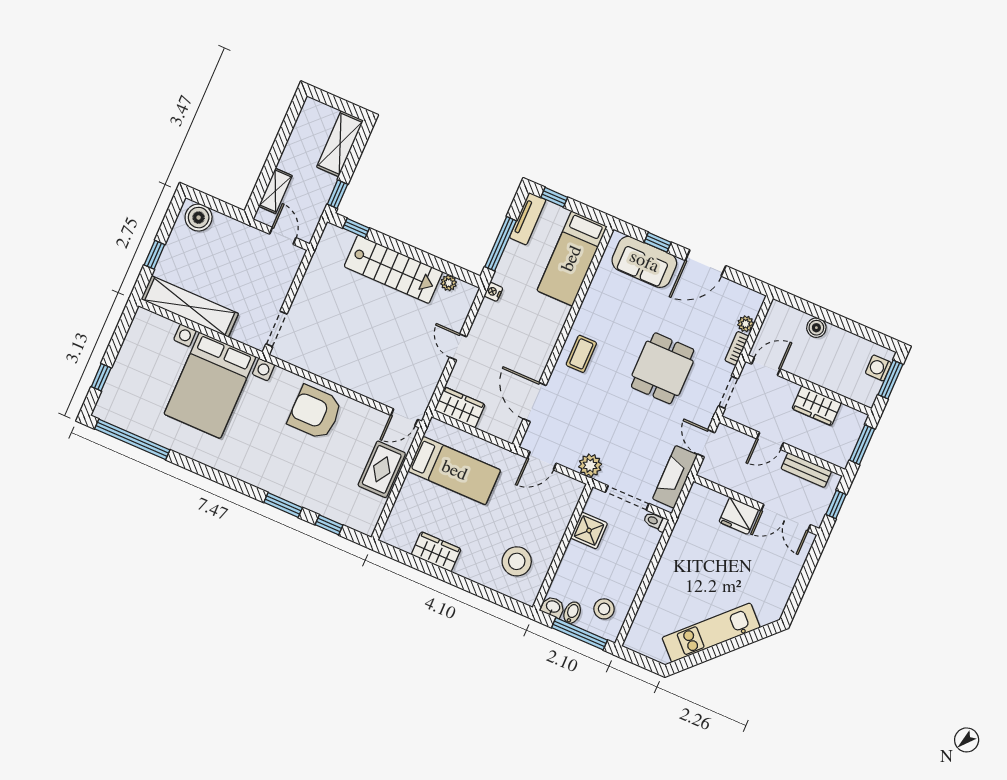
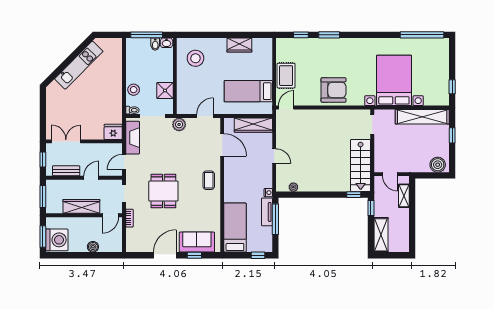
tv unit: (528, 219) -> (267, 212), moved
stairs: (393, 269) -> (361, 165), moved, turned -90
plant: (746, 324) -> (130, 233), removed
washing machine: (878, 368) -> (57, 240), width x1.89, depth x1.89
window: (101, 377) -> (452, 87), moved
wardrobe: (817, 406) -> (81, 206), width x1.50
wardrobe: (460, 407) -> (253, 125), width x1.50
door: (706, 443) -> (124, 162), swing flipped
fridge: (739, 516) -> (113, 132), moved
stool: (604, 609) -> (134, 90), moved

